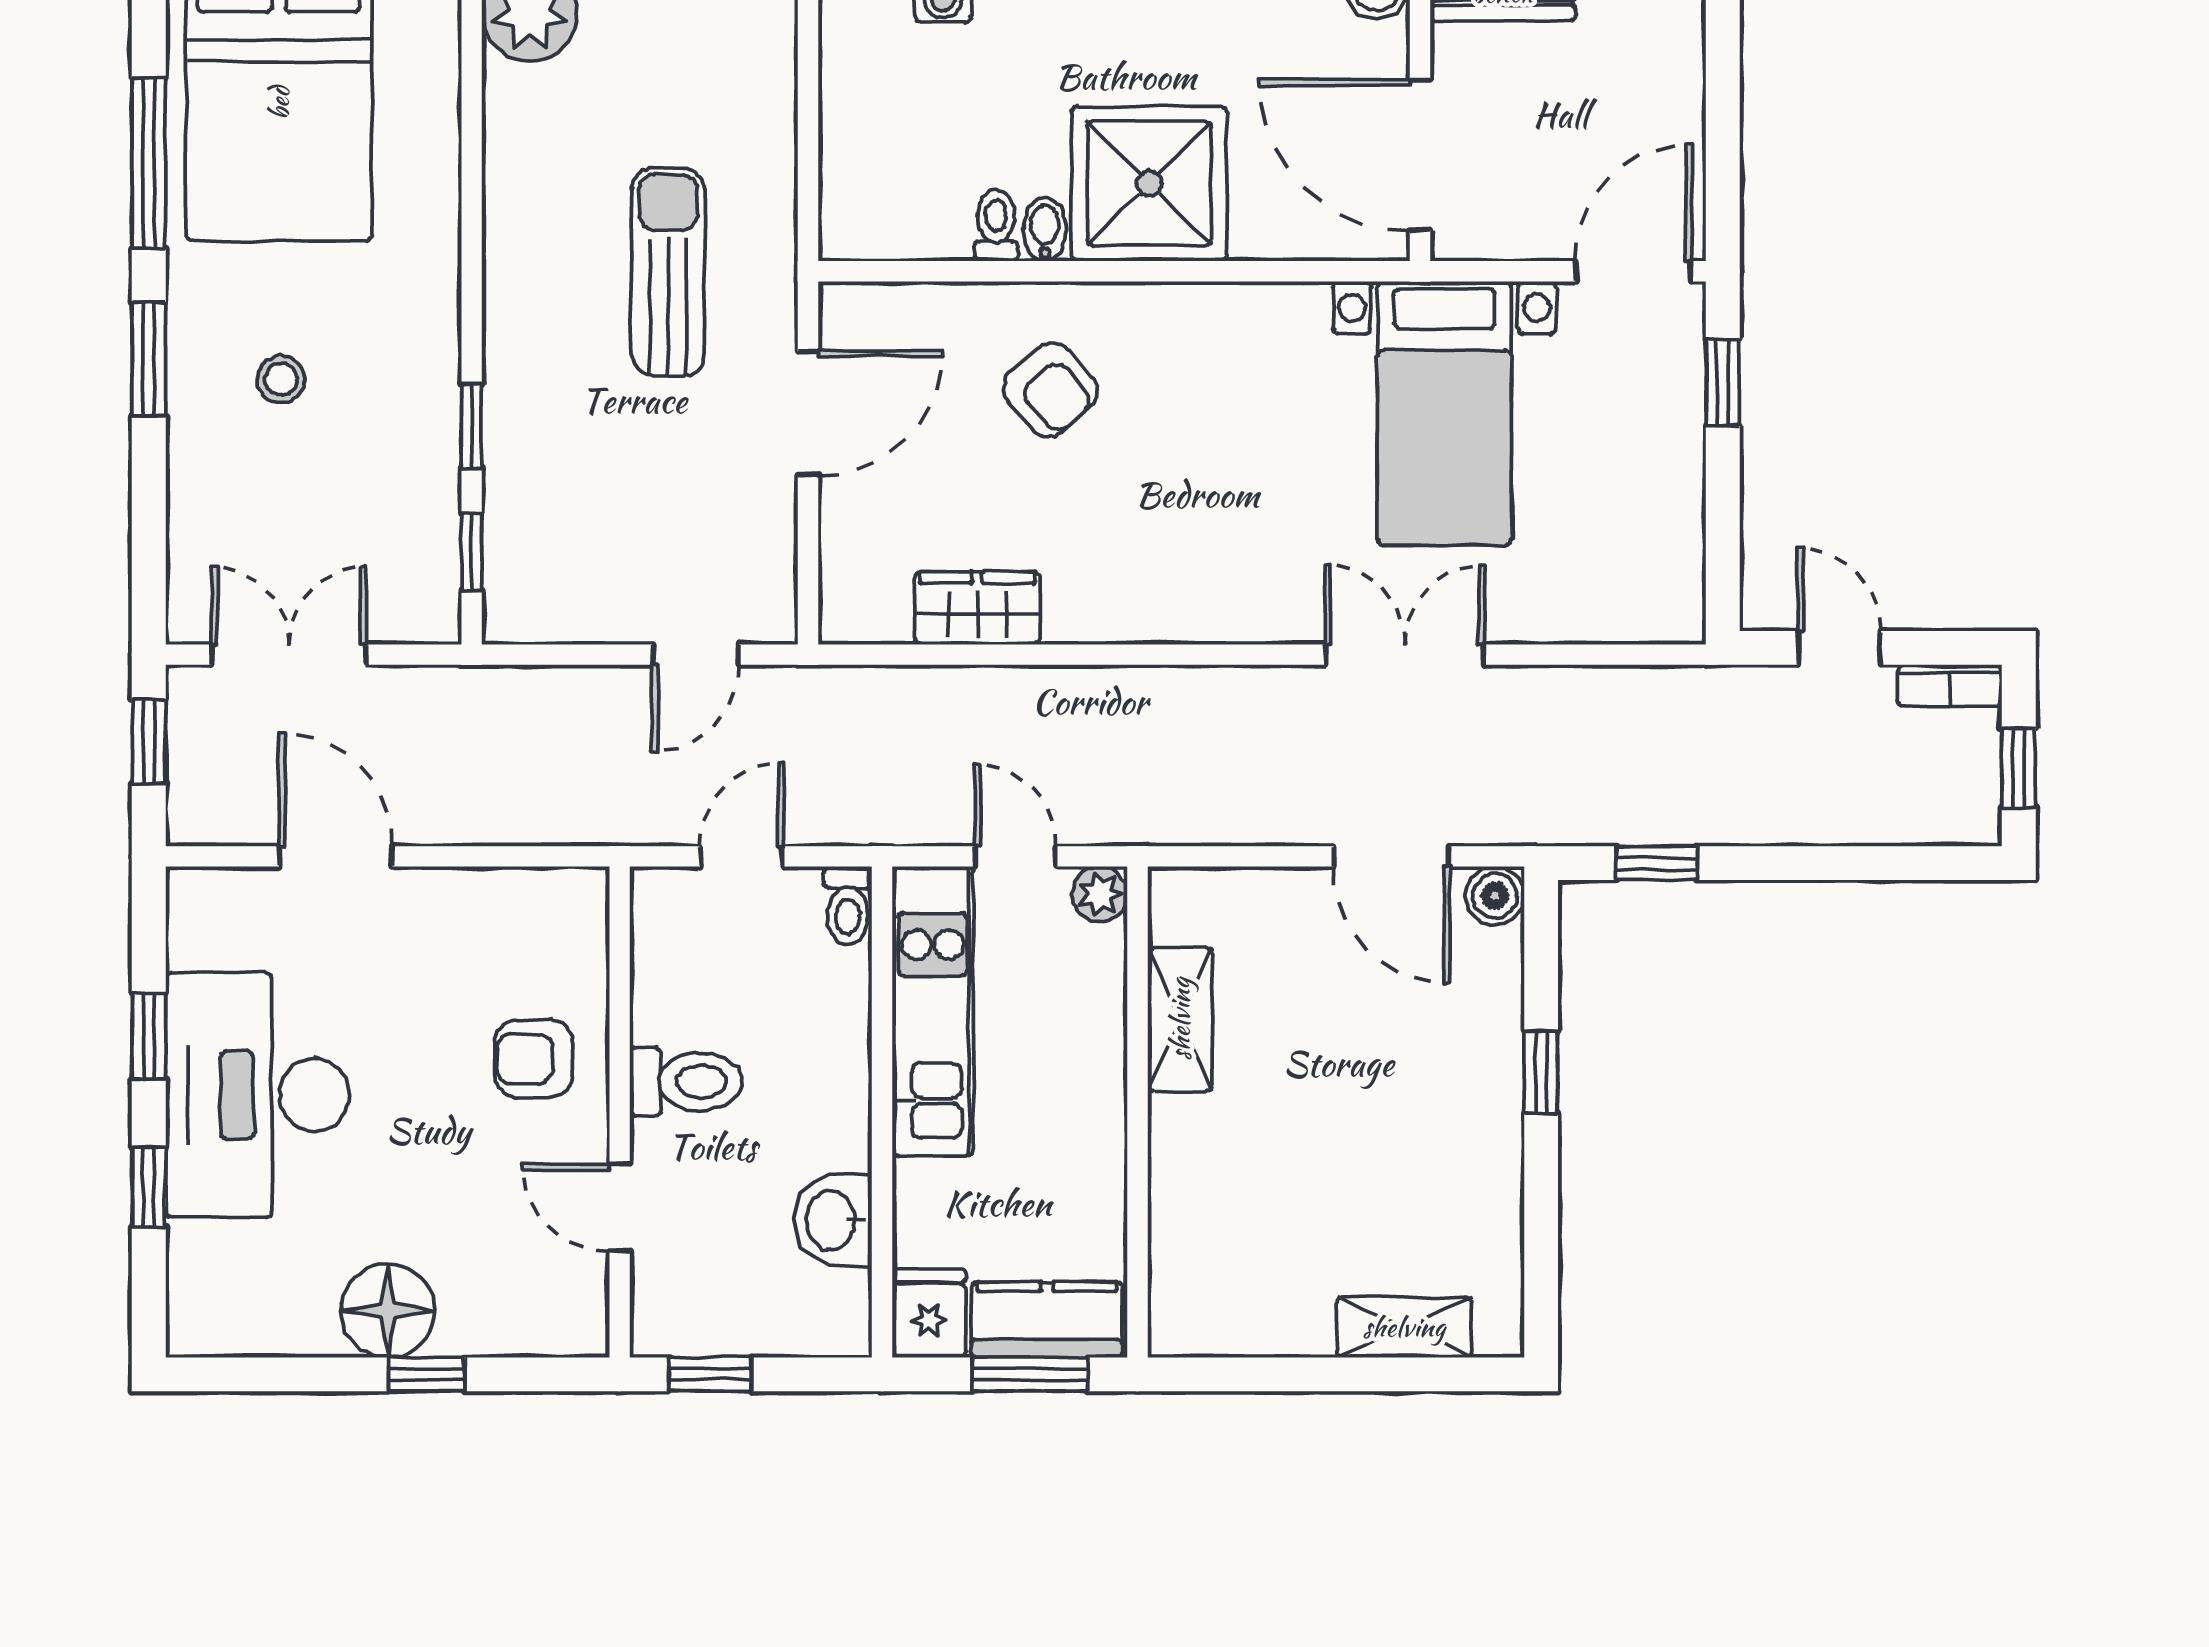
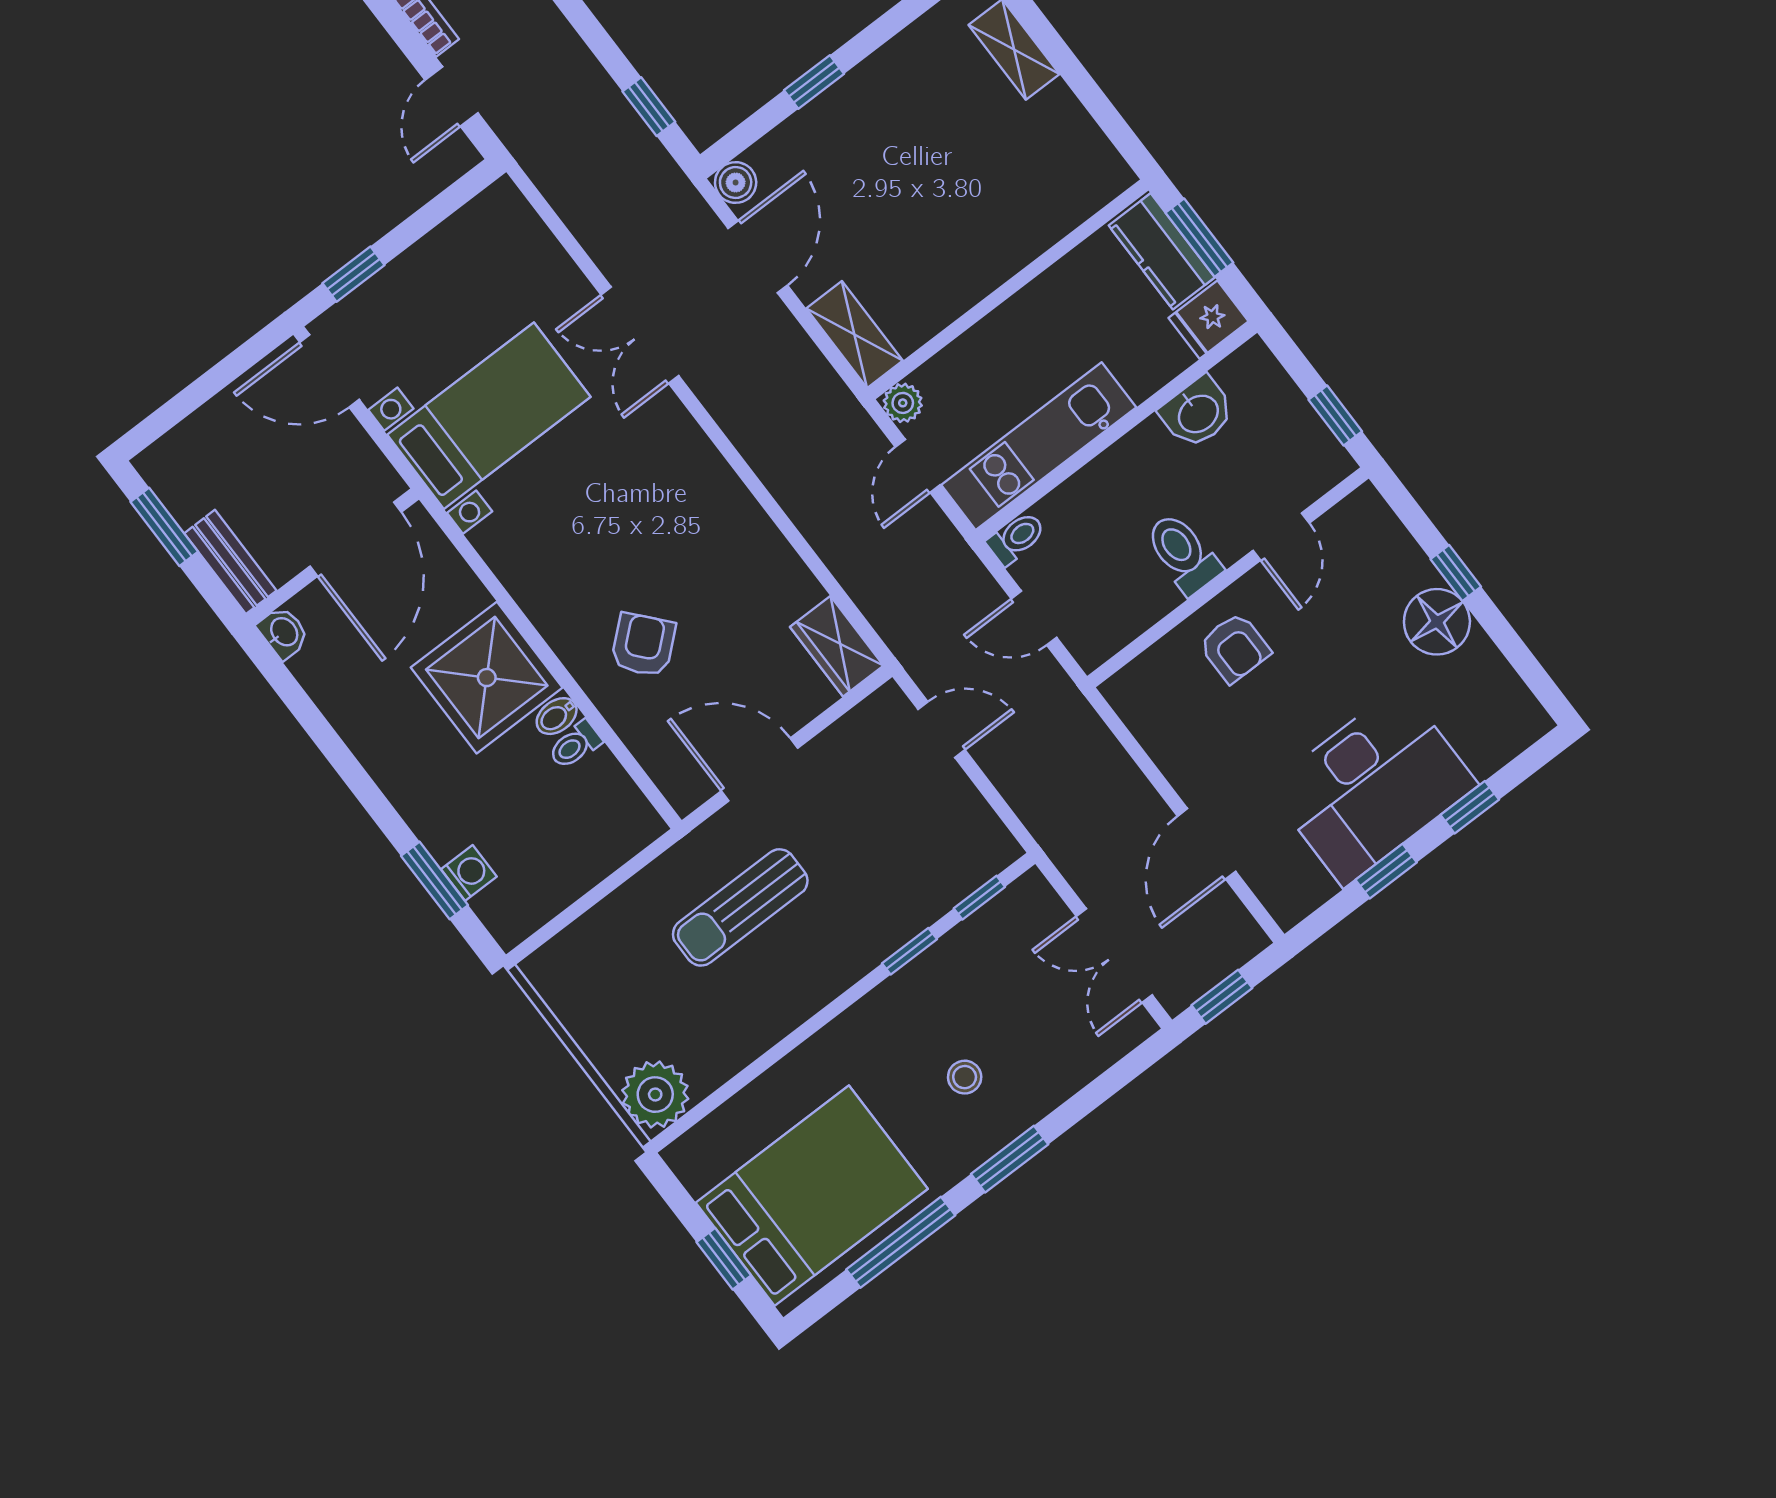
wardrobe: (977, 608) -> (837, 646), moved
shelving: (1180, 1019) -> (854, 335), moved, turned 90

